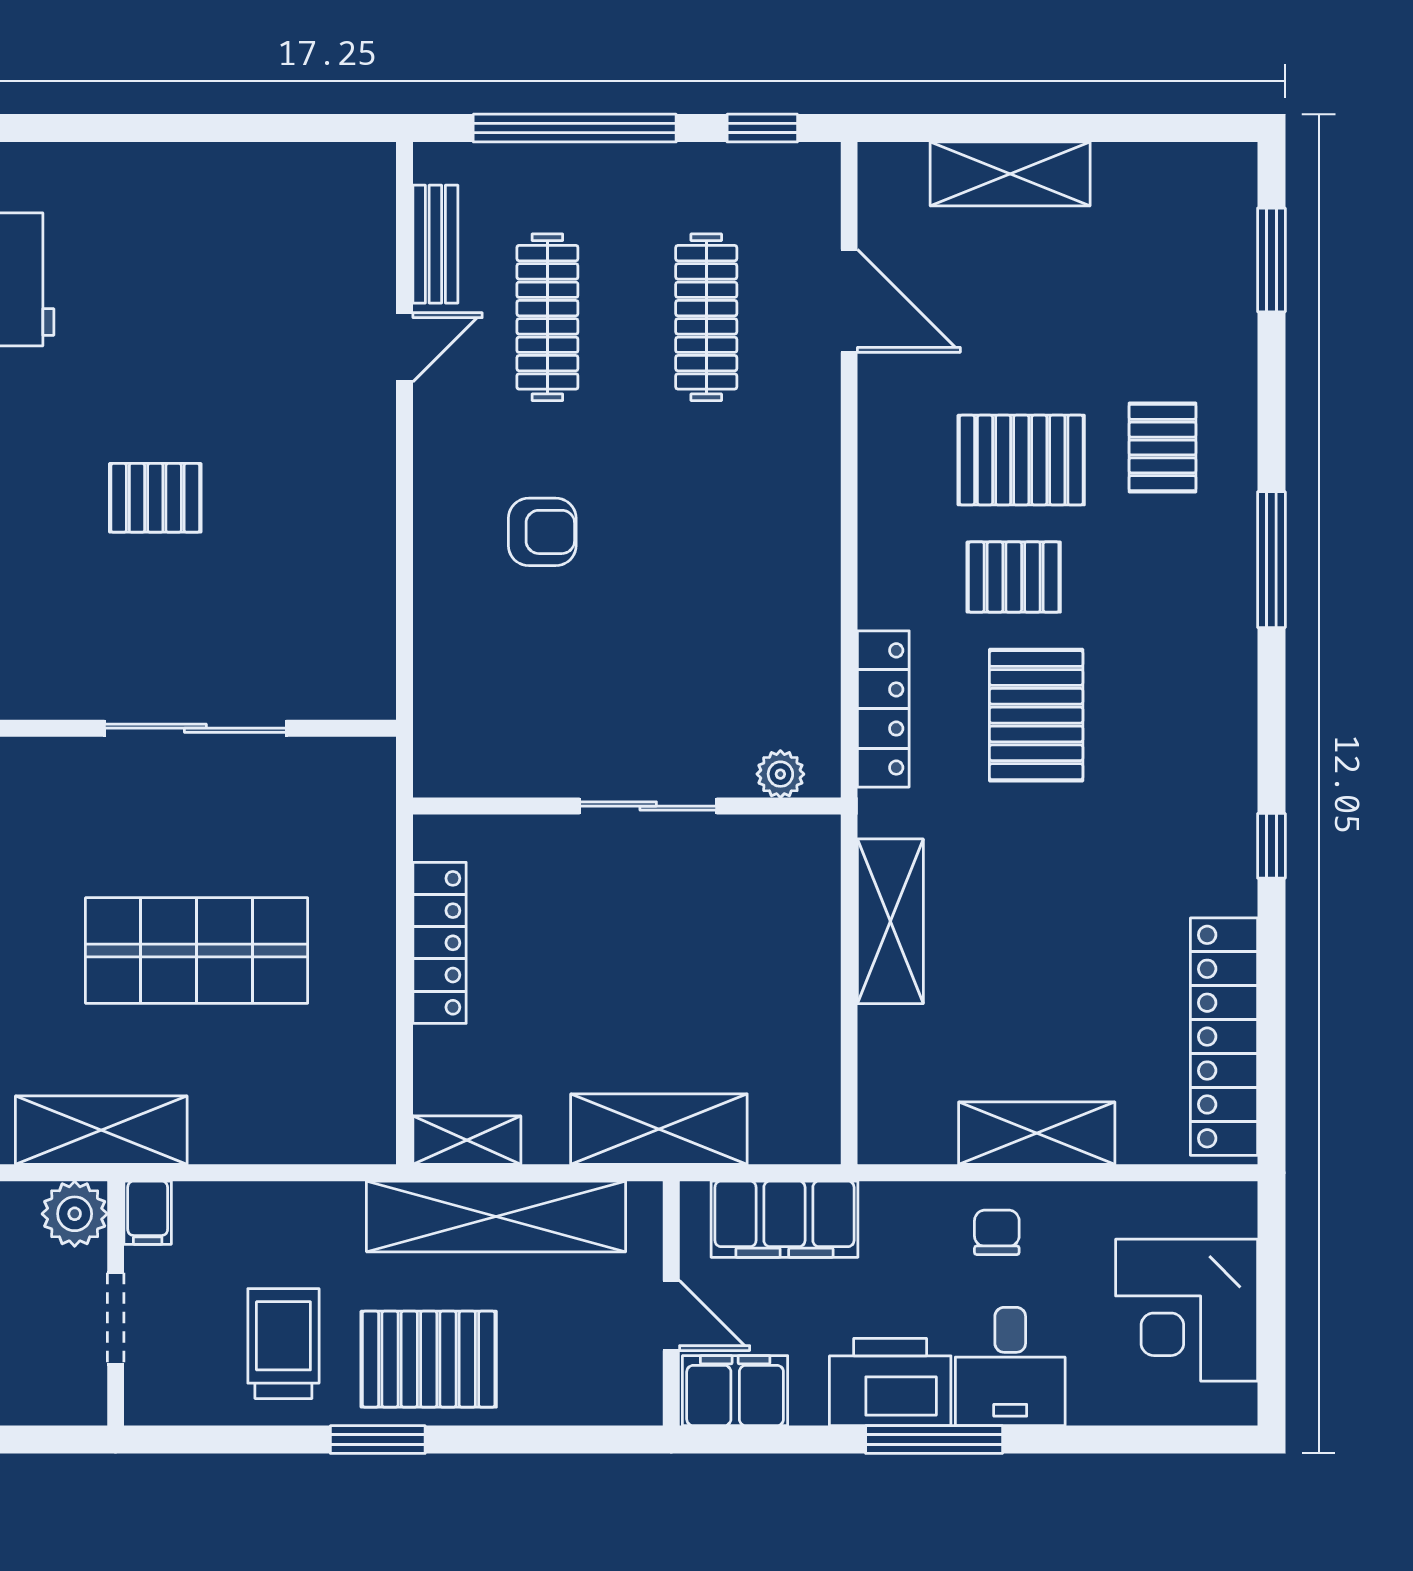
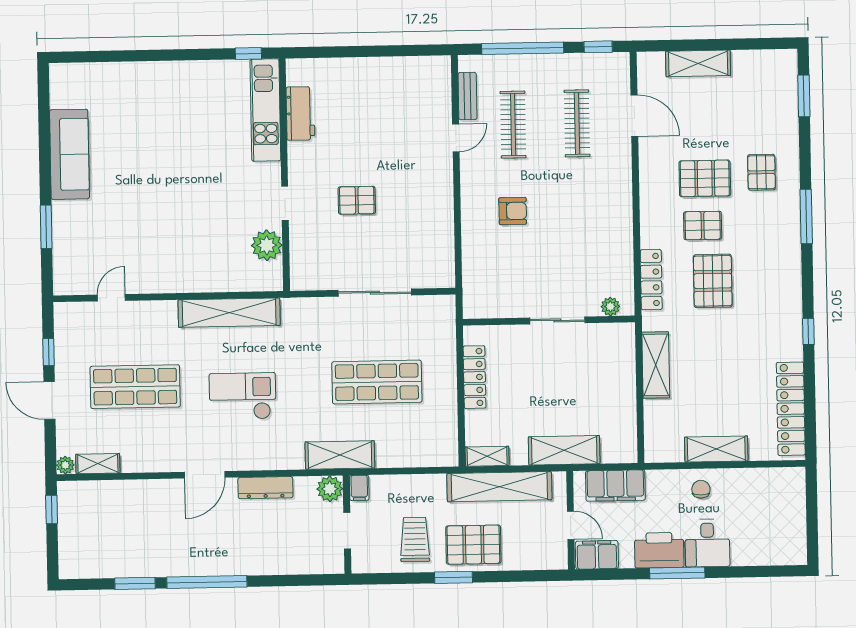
corner desk: (1187, 1310) -> (778, 519), removed

